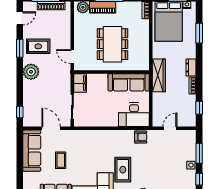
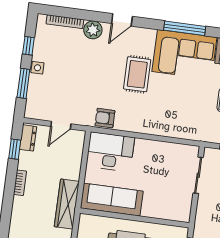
dresser: (191, 67) -> (28, 138), moved
filing cabinet: (80, 83) -> (182, 208), removed

